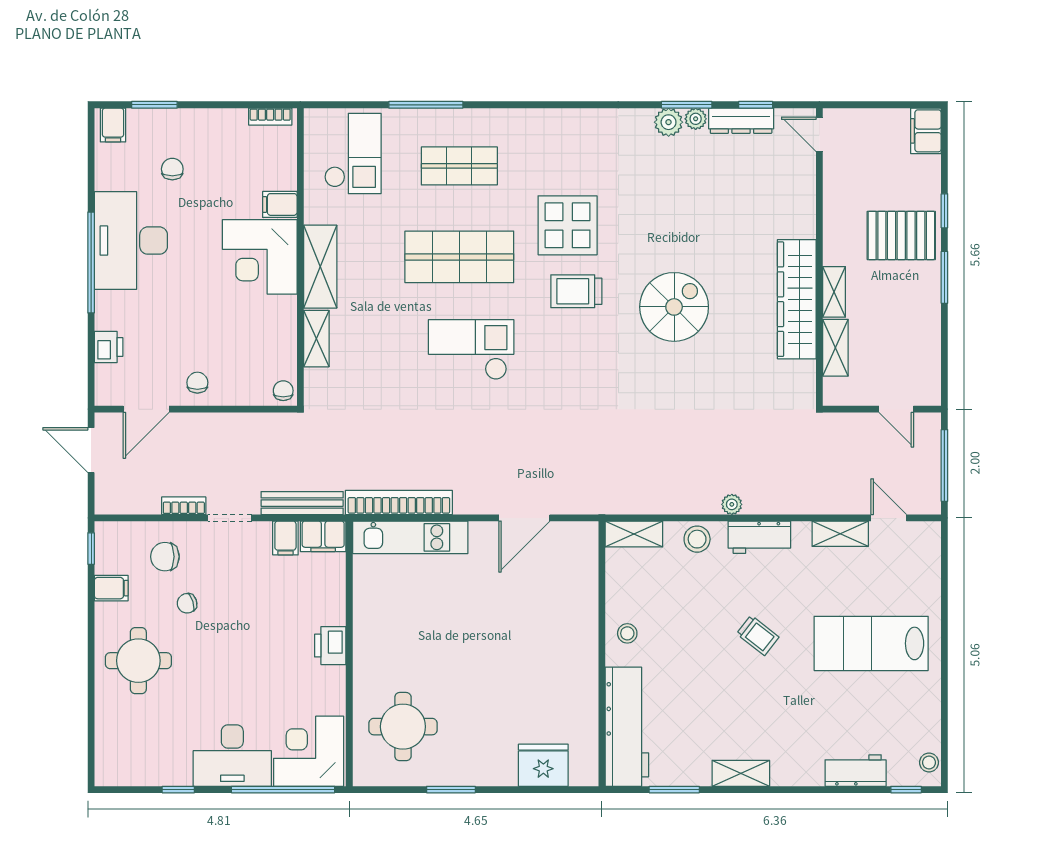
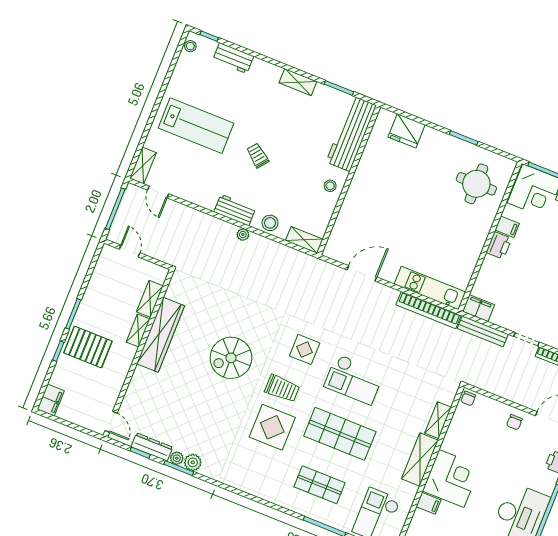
display table: (566, 365) -> (305, 349), added
shelving: (840, 534) -> (143, 166), moved, turned 90
filing cabinet: (285, 538) -> (507, 227), moved, turned 90

